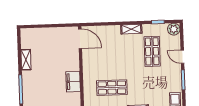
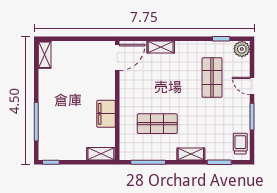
shelving: (131, 29) -> (161, 47), moved
door: (80, 39) -> (117, 57), hinge flipped
shelving: (26, 60) -> (45, 55), moved

